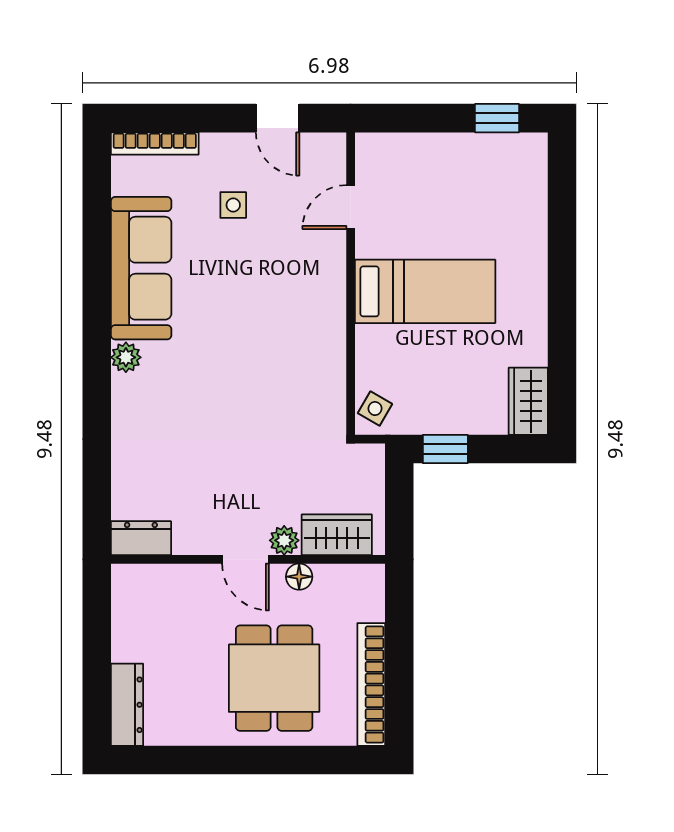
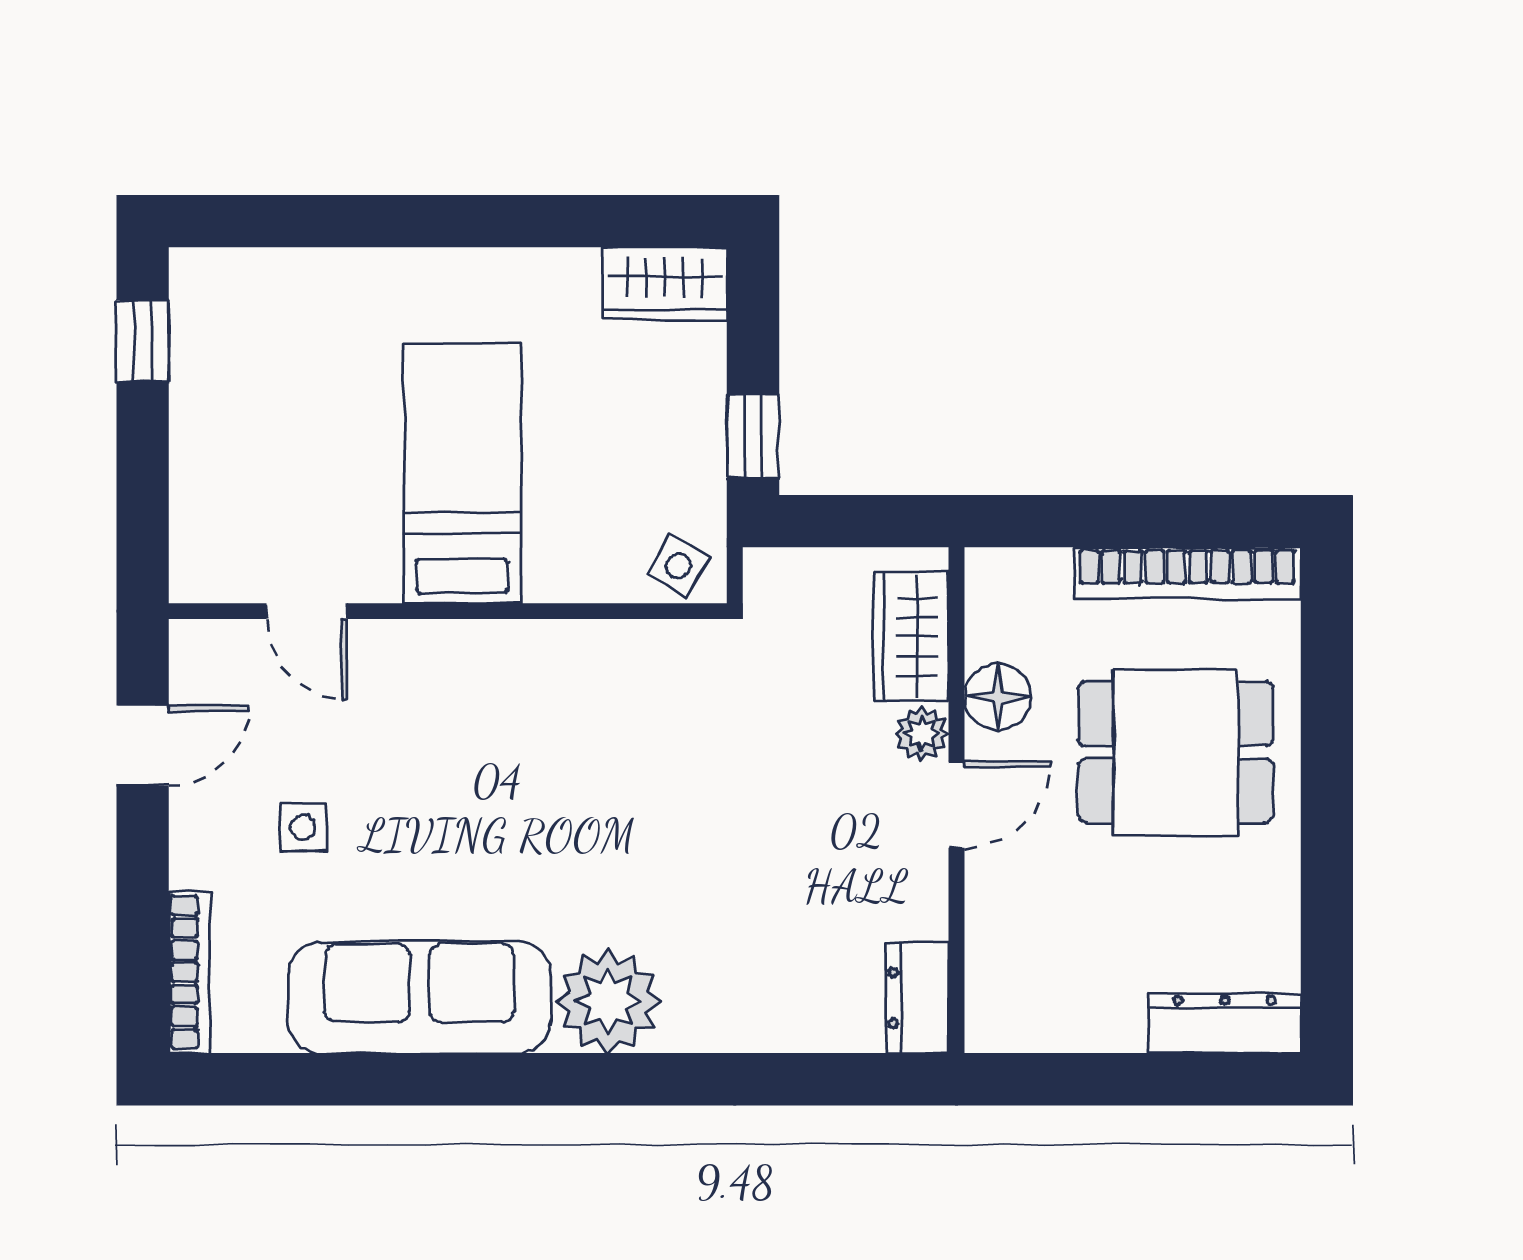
plant: (126, 357) -> (608, 1001), width x1.87, depth x1.87
floor lamp: (299, 577) -> (998, 697), width x1.37, depth x1.37

